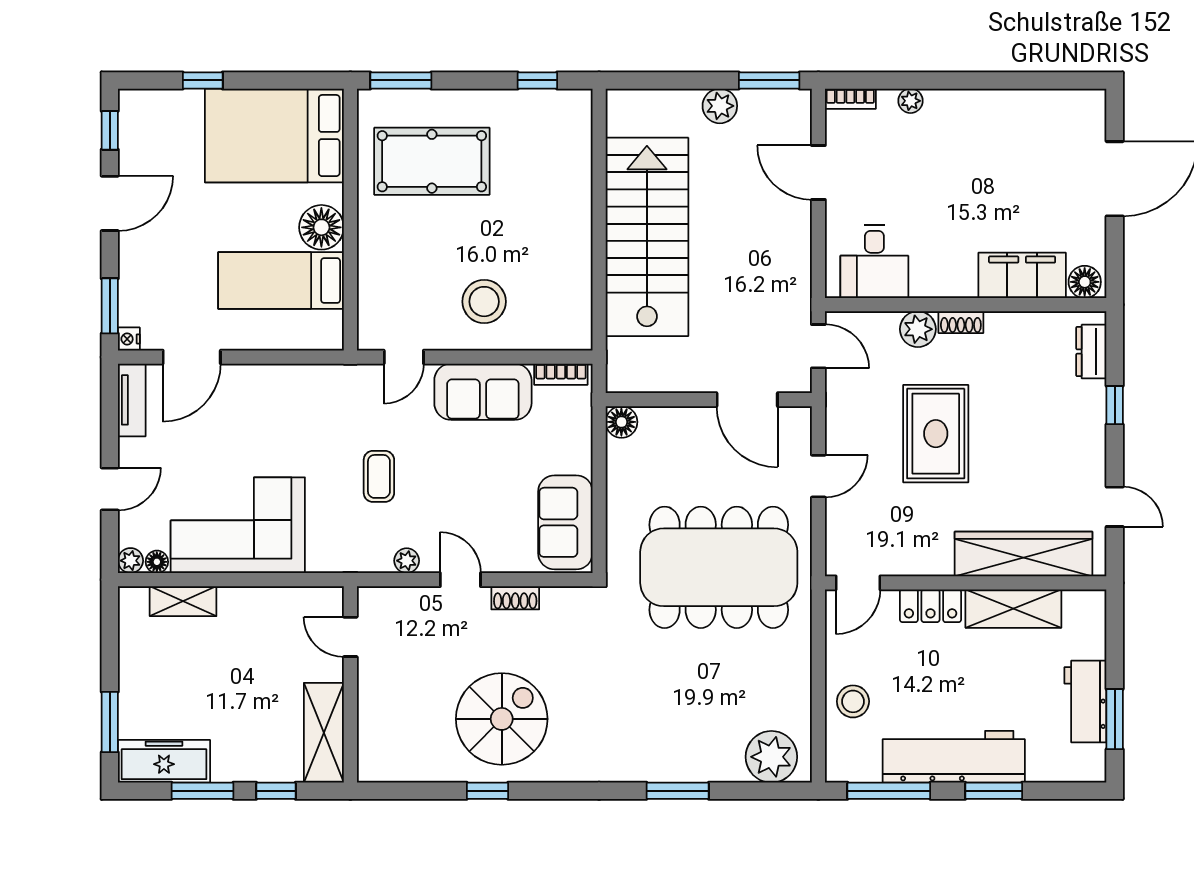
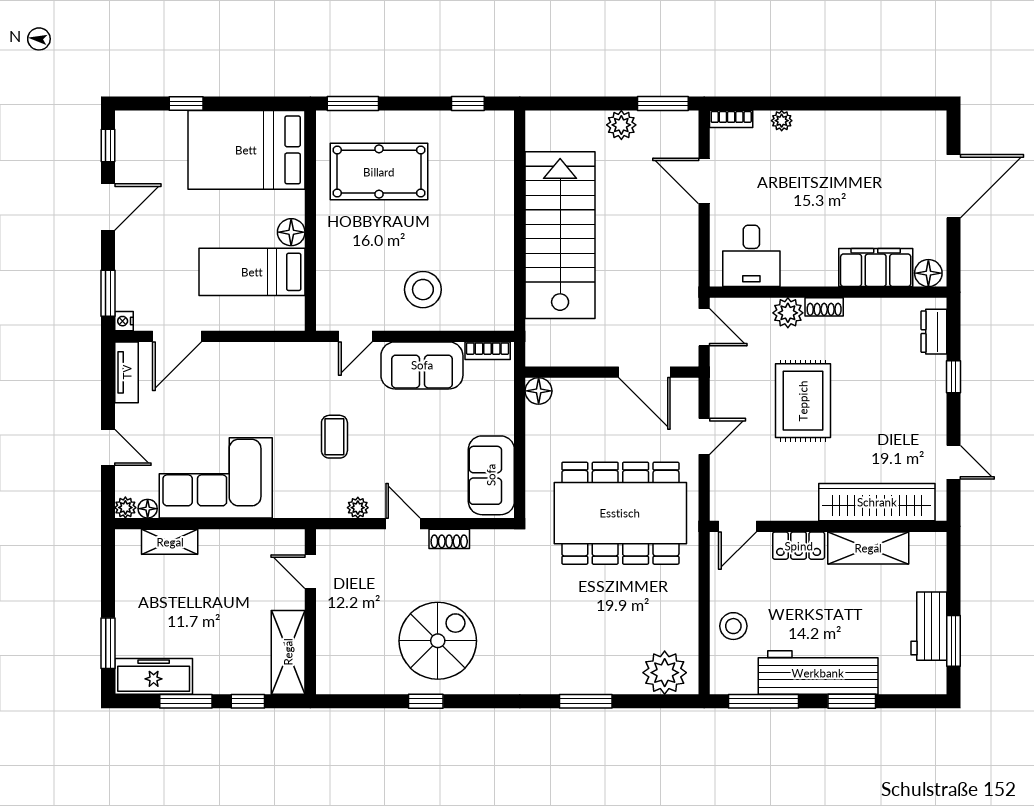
floor lamp: (321, 227) -> (291, 232), width x0.73, depth x0.73
door: (110, 489) -> (108, 447), hinge flipped

